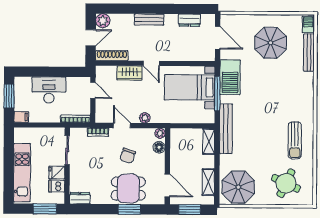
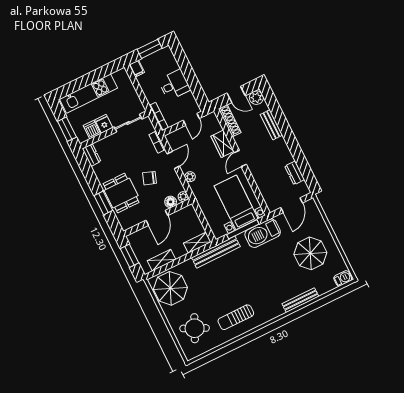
bench: (149, 19) -> (271, 125), moved
bench: (309, 53) -> (300, 300), moved
desk: (49, 90) -> (174, 85), width x0.73
door: (167, 185) -> (157, 218), moved

